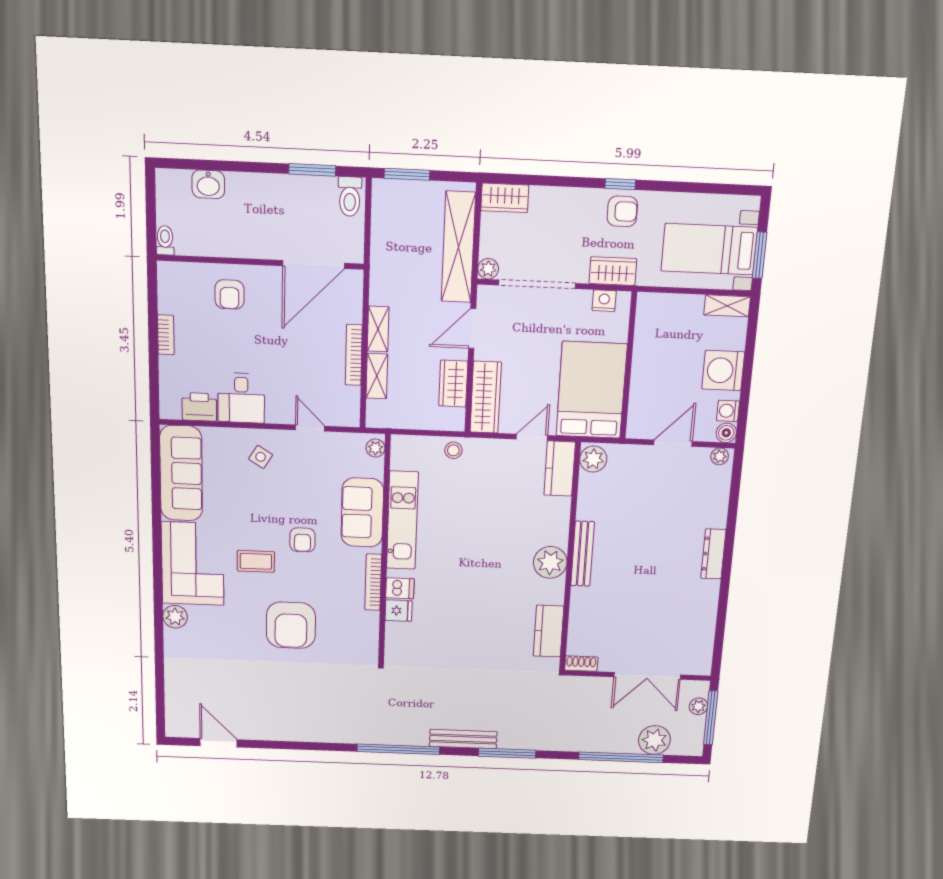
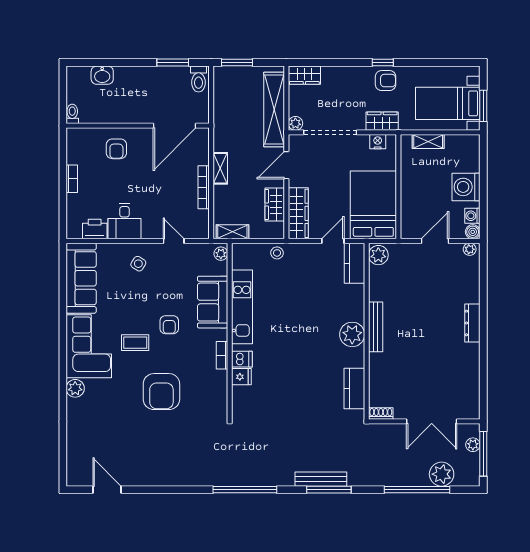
shelving: (727, 306) -> (428, 141), moved
shelving: (377, 376) -> (232, 232), moved, turned 90
bookcase: (373, 582) -> (222, 355), width x0.64
bench: (463, 739) -> (321, 479), moved

